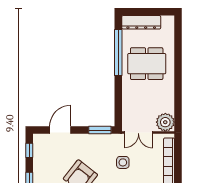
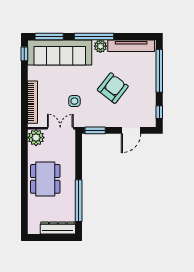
dining table: (147, 64) -> (45, 179), moved, turned 90

